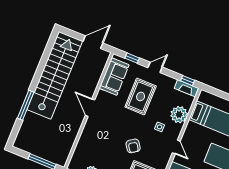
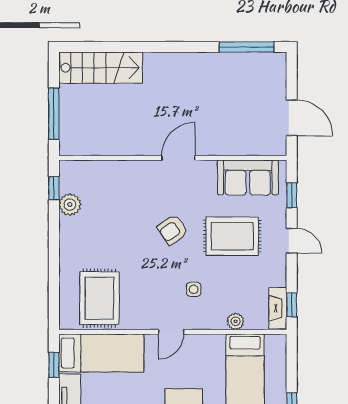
stairs: (55, 75) -> (101, 68), moved, width x0.54, depth x0.66
window: (26, 105) -> (247, 47), moved
plant: (179, 115) -> (235, 321), width x0.53, depth x0.53
armchair: (133, 146) -> (173, 230), moved

